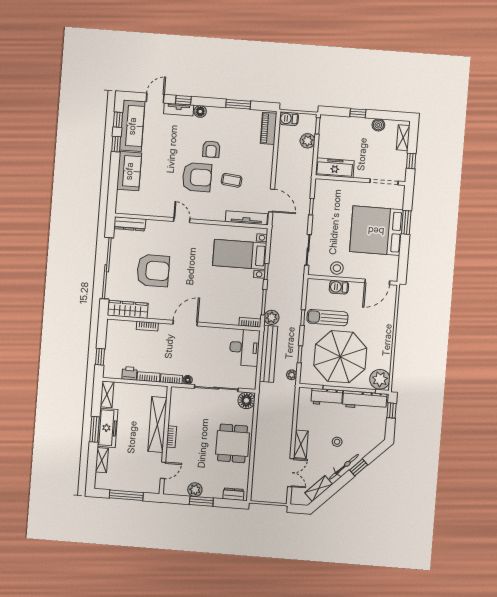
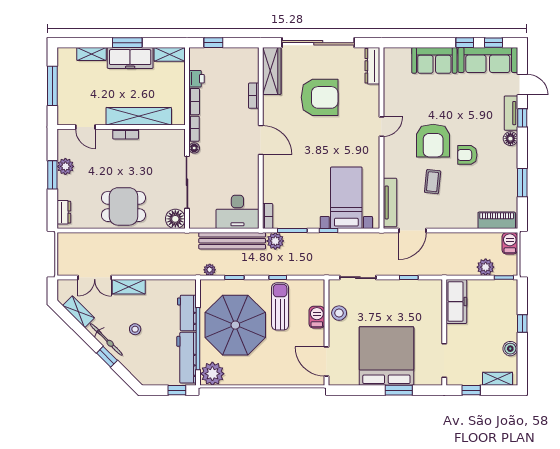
armchair: (153, 271) -> (320, 97), turned -90

